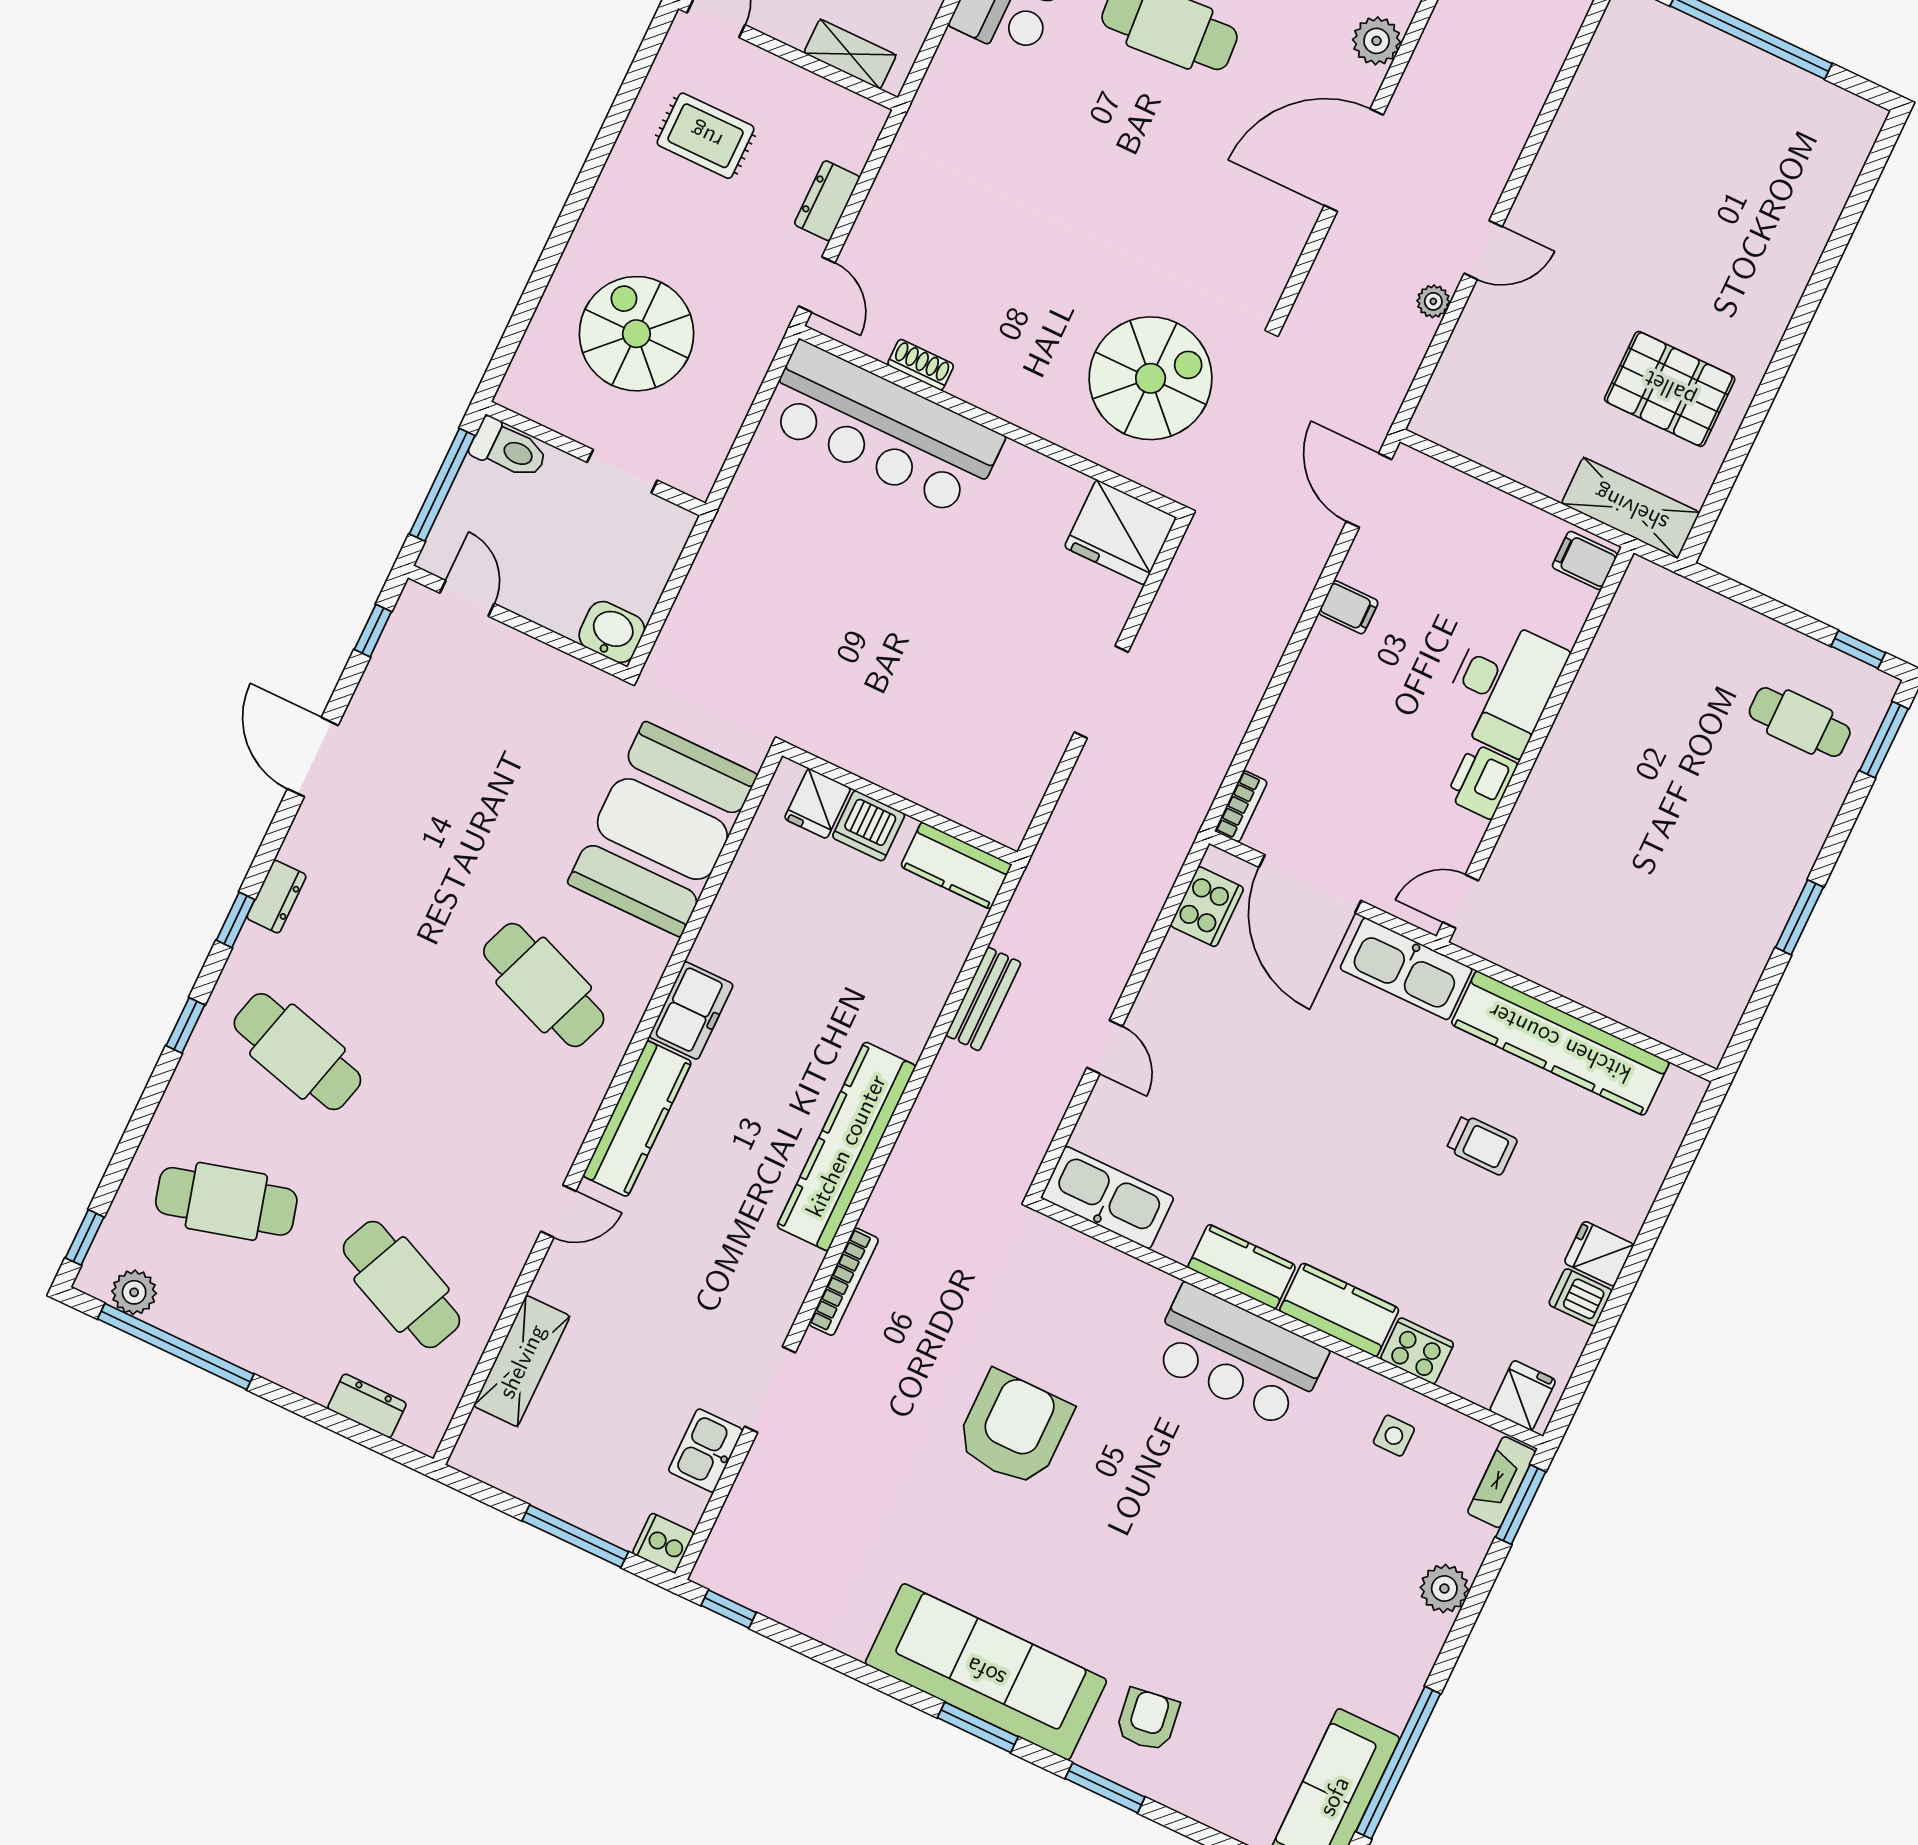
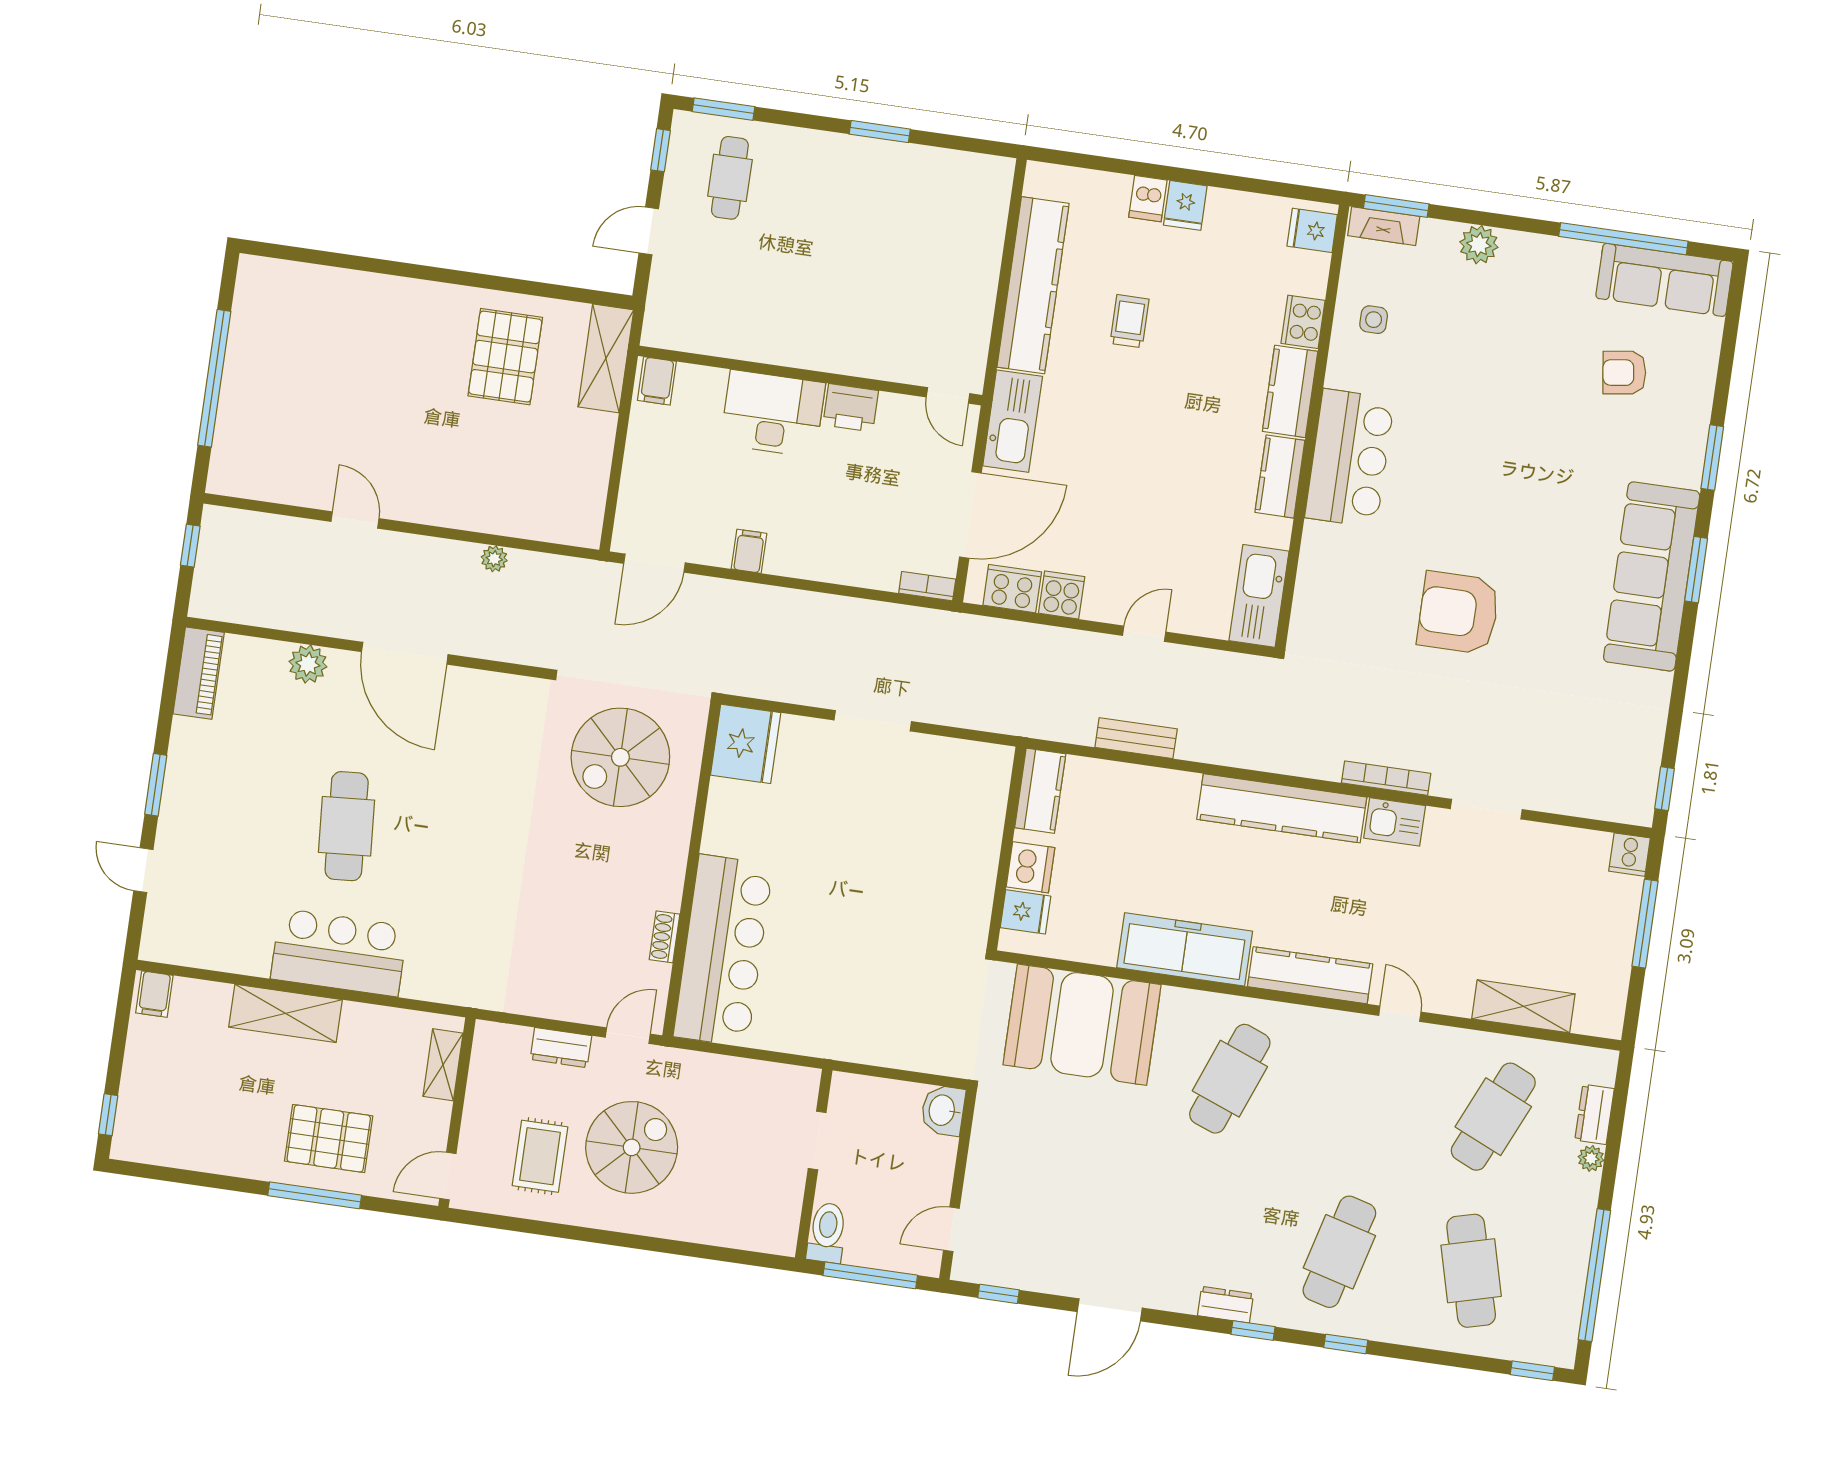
door: (1483, 250) -> (355, 520), moved
spiral stairs: (636, 334) -> (632, 1147), moved, turned 180
spiral stairs: (1151, 378) -> (620, 757), turned -90
door: (1767, 606) -> (649, 231), added
cooker: (1181, 963) -> (1062, 595), added
freezer: (691, 1011) -> (1185, 949), width x1.91, depth x1.26
plant: (134, 1292) -> (1591, 1158), moved, width x0.73, depth x0.73
dishwasher: (1580, 1297) -> (1148, 199), moved
kitchen sink: (706, 1450) -> (1395, 822), moved
armchair: (1147, 1720) -> (1624, 373), moved

